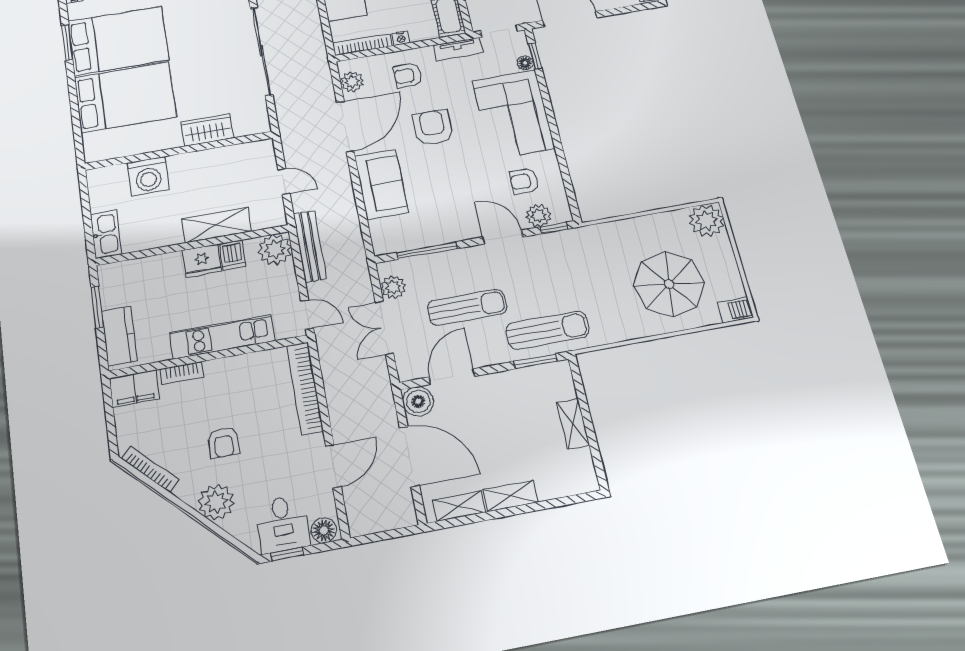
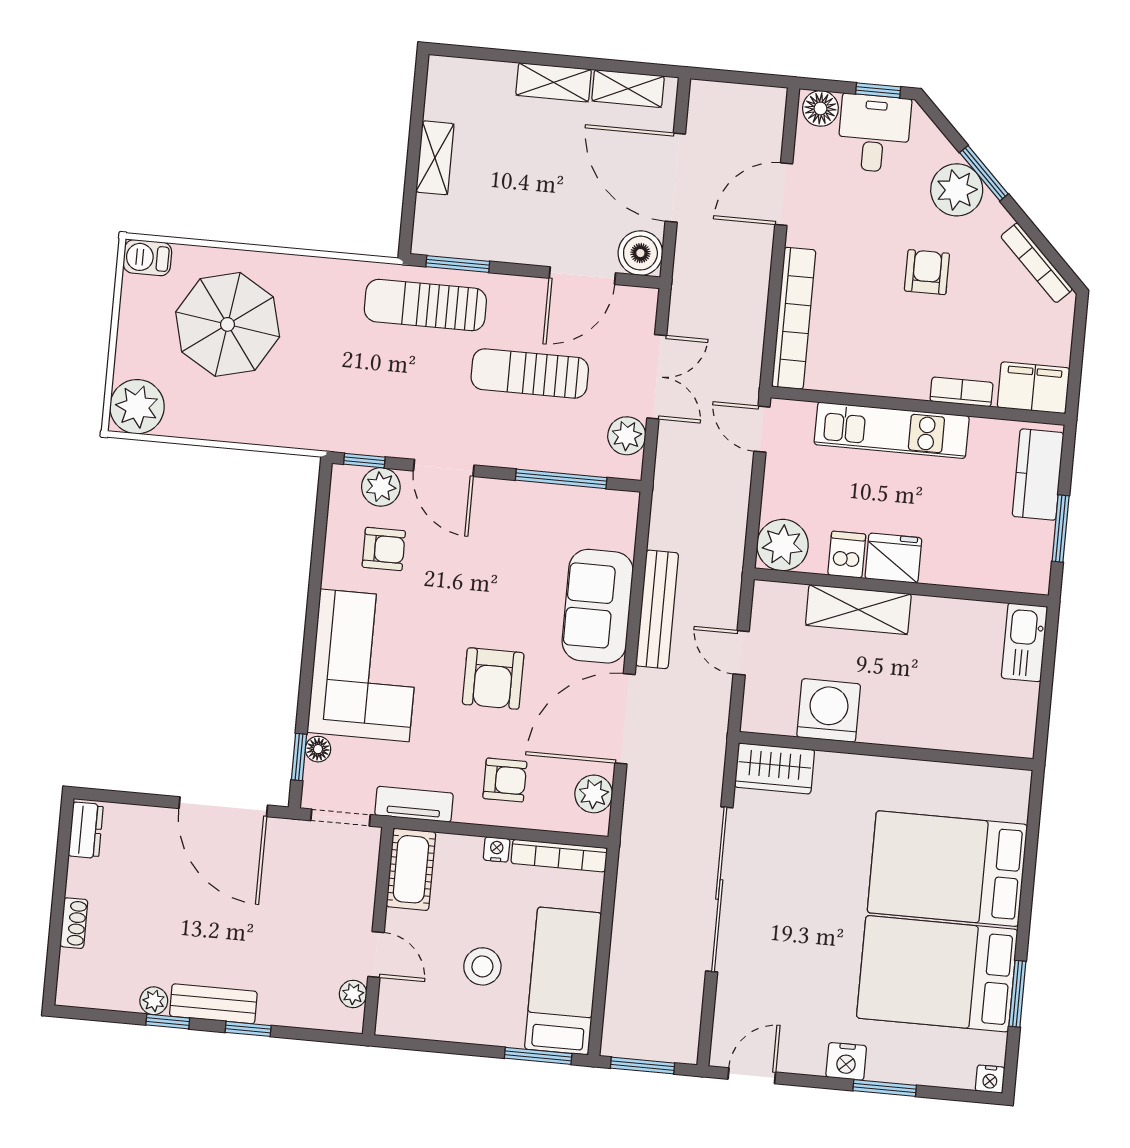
wardrobe: (207, 130) -> (775, 768), moved
washing machine: (148, 176) -> (829, 710), moved
bench: (310, 246) -> (657, 609), moved
window: (200, 519) -> (984, 173), added

